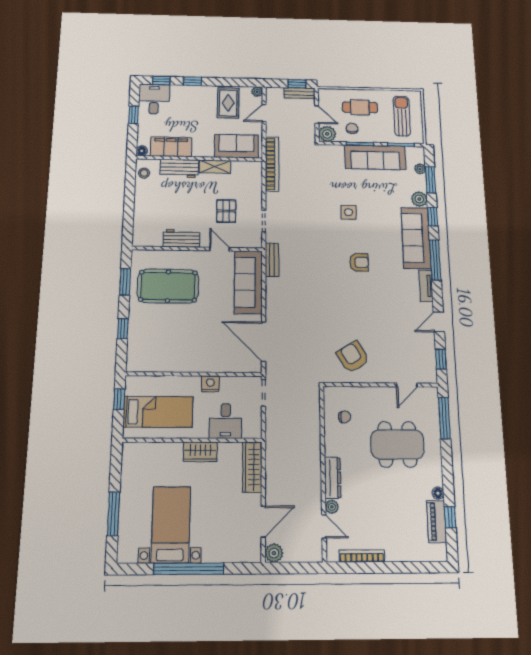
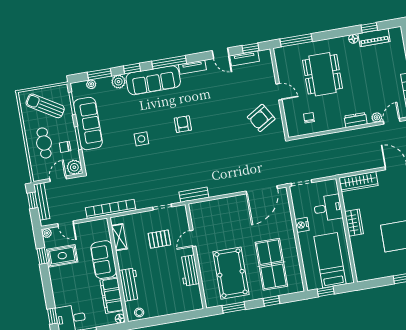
window: (192, 81) -> (42, 256), moved
bench: (300, 93) -> (42, 201), width x1.36
sun lounger: (402, 116) -> (45, 106), turned 31
sofa: (236, 146) -> (104, 260), moved
shelving: (215, 167) -> (119, 237), moved
sofa: (248, 282) -> (216, 210), removed
table tennis table: (169, 337) -> (271, 264), added
tv unit: (429, 350) -> (245, 58), added
door: (407, 385) -> (279, 92), moved
dresser: (333, 478) -> (356, 120), width x0.70

